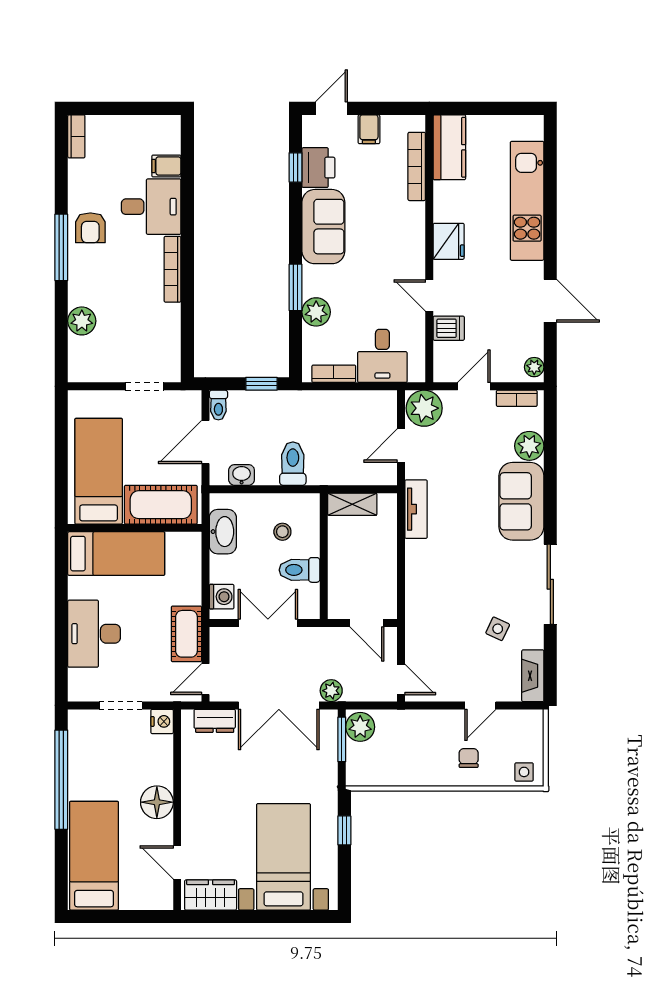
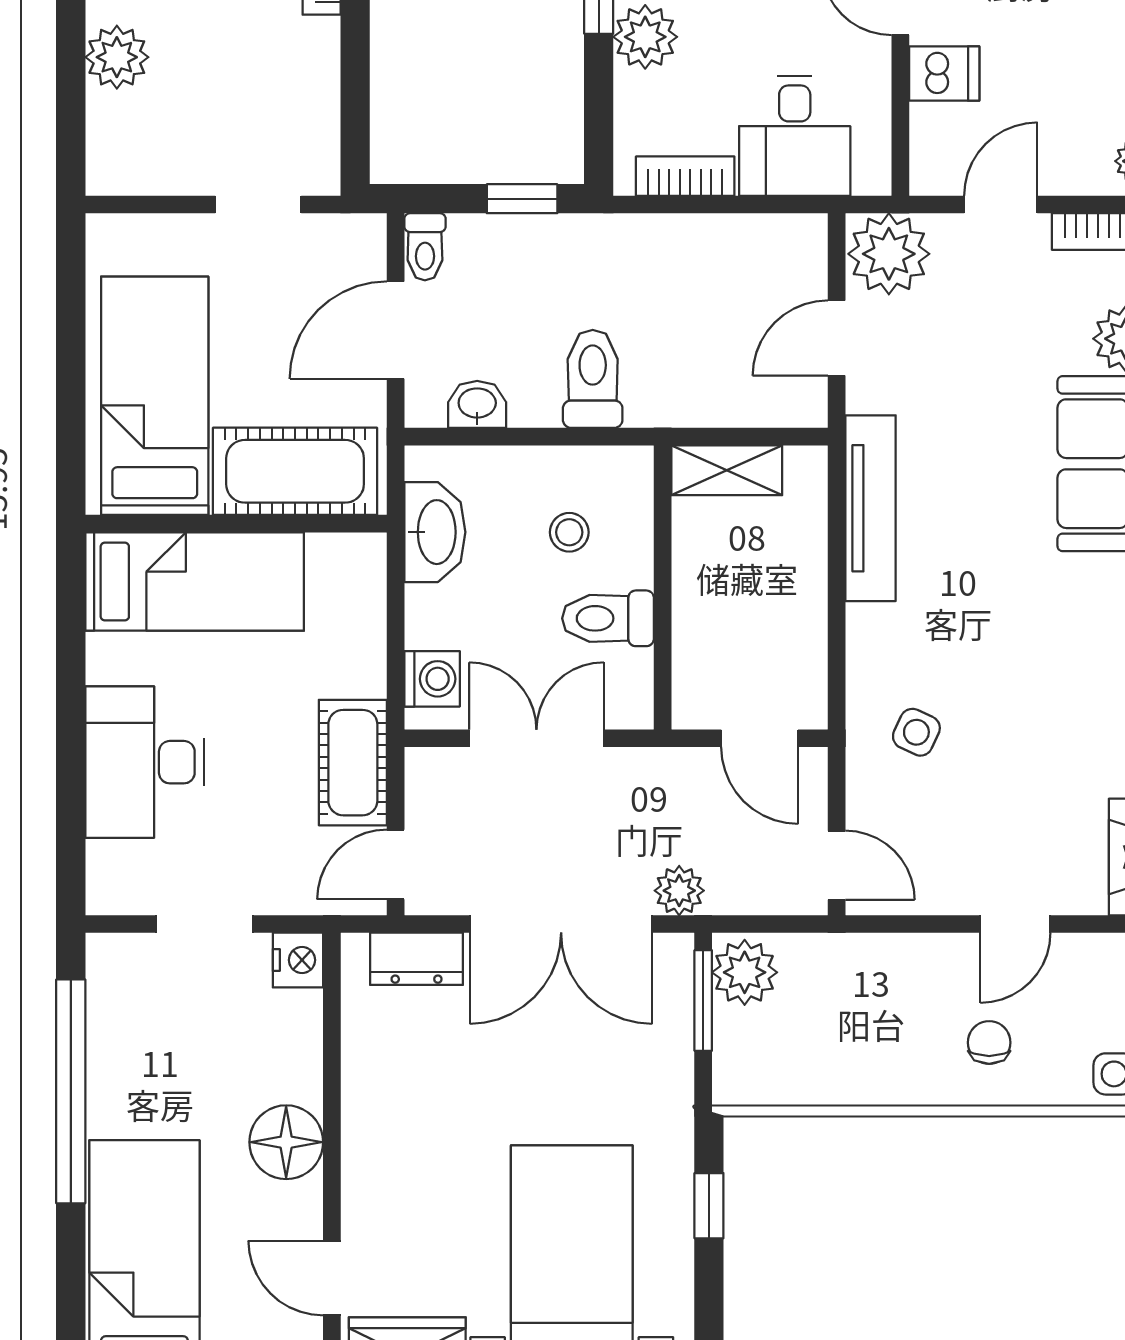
tv unit: (416, 509) -> (871, 508), width x1.41
side table: (498, 629) -> (916, 732), moved

